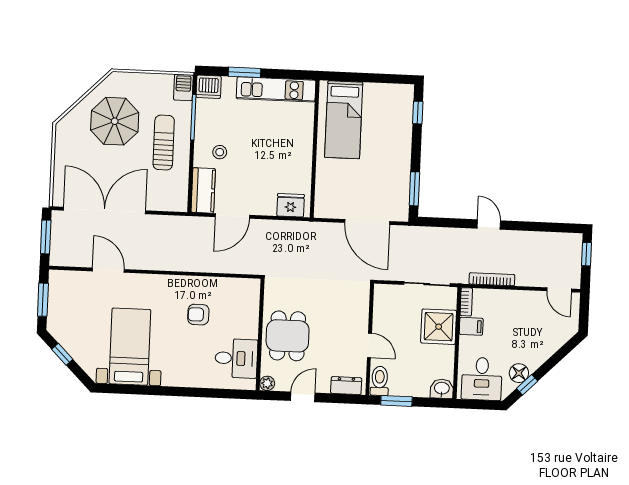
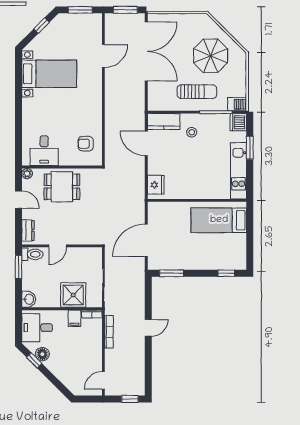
armchair: (198, 315) -> (86, 144), moved, turned -90

